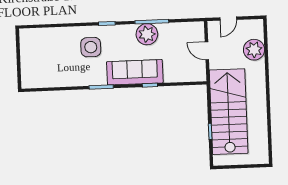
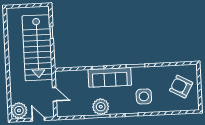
door: (228, 19) -> (38, 119), hinge flipped
plant: (254, 50) -> (19, 111), moved
armchair: (42, 59) -> (181, 87), added

